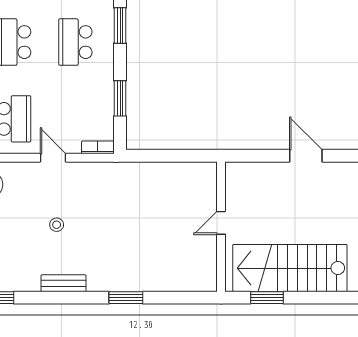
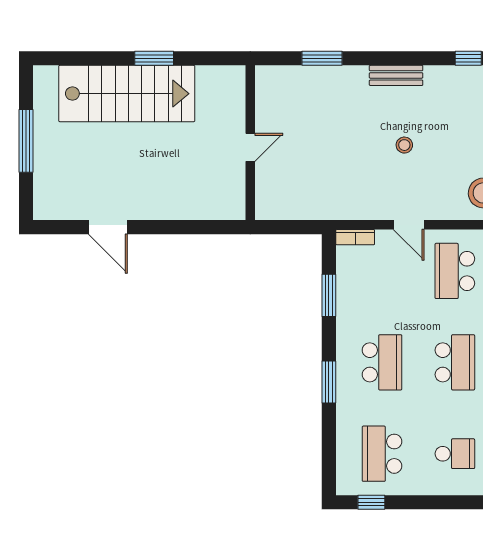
door: (221, 223) -> (250, 147), moved
wall: (221, 227) -> (250, 143), moved

